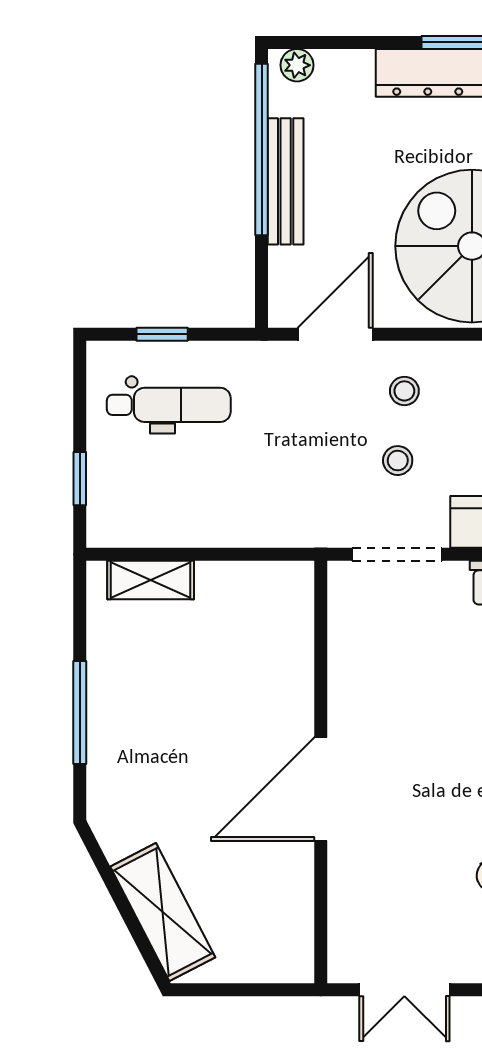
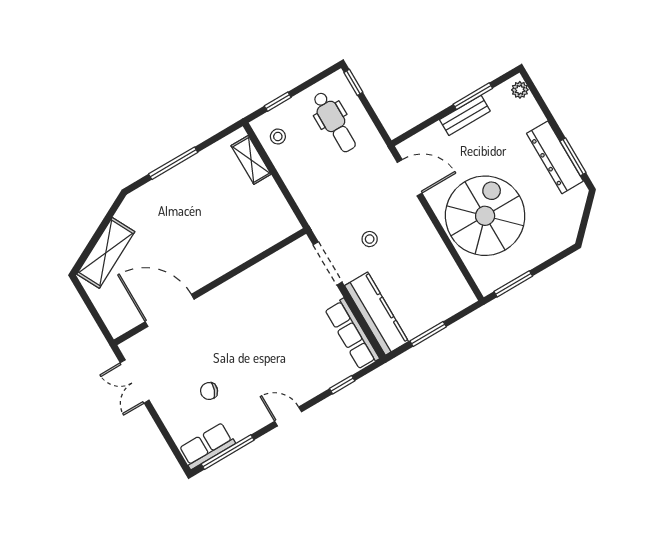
window: (262, 150) -> (473, 96), width x0.47
bench: (286, 181) -> (465, 115), width x0.73
window: (162, 334) -> (353, 82), moved
stool: (404, 391) -> (278, 137), moved
door: (321, 789) -> (170, 310), moved

